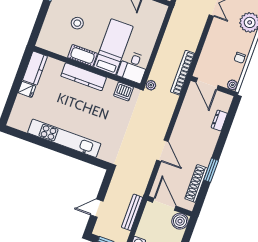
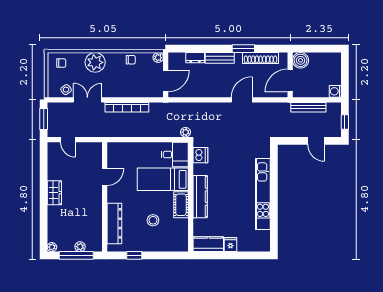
bookcase: (183, 73) -> (127, 107), moved
bench: (210, 144) -> (220, 58), added

